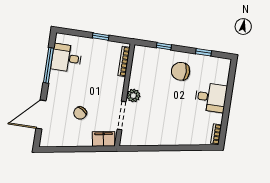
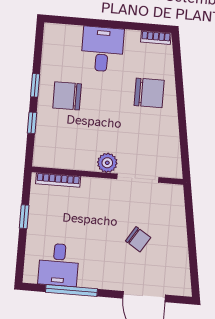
window: (204, 52) -> (35, 85), moved
chair: (181, 71) -> (67, 96), turned 90
chair: (179, 127) -> (149, 93), added
filing cabinet: (104, 139) -> (174, 202), removed

